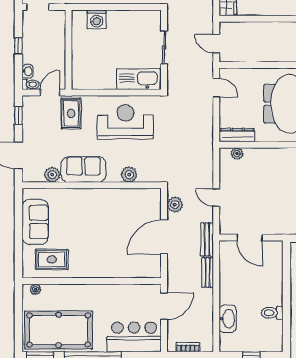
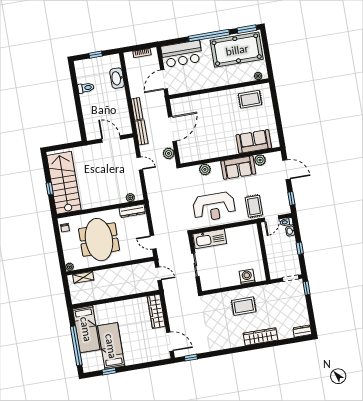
sofa: (35, 222) -> (254, 141), moved, turned 90

